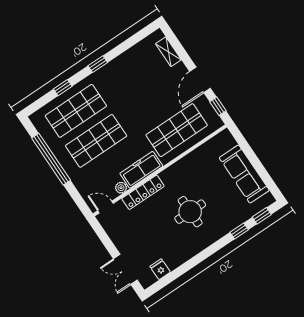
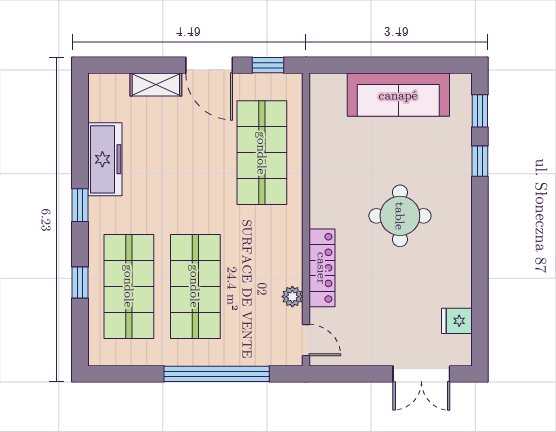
shelving: (168, 52) -> (156, 85), moved
window: (51, 159) -> (217, 374), moved
freezer: (141, 170) -> (105, 159), moved, turned 180
door: (106, 207) -> (306, 340), swing flipped

